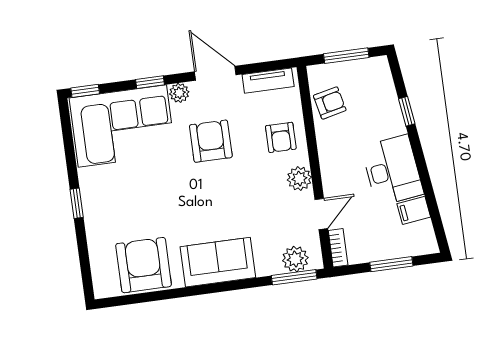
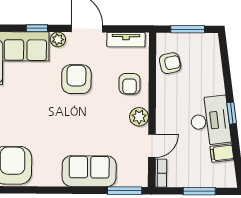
window: (407, 111) -> (232, 113), moved
plant: (295, 259) -> (127, 177), removed
sofa: (218, 262) -> (89, 171), moved

